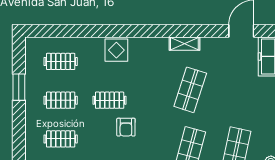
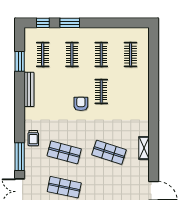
display table: (116, 50) -> (139, 97), removed
window: (19, 87) -> (70, 23), moved
armchair: (126, 127) -> (81, 104), turned 90

